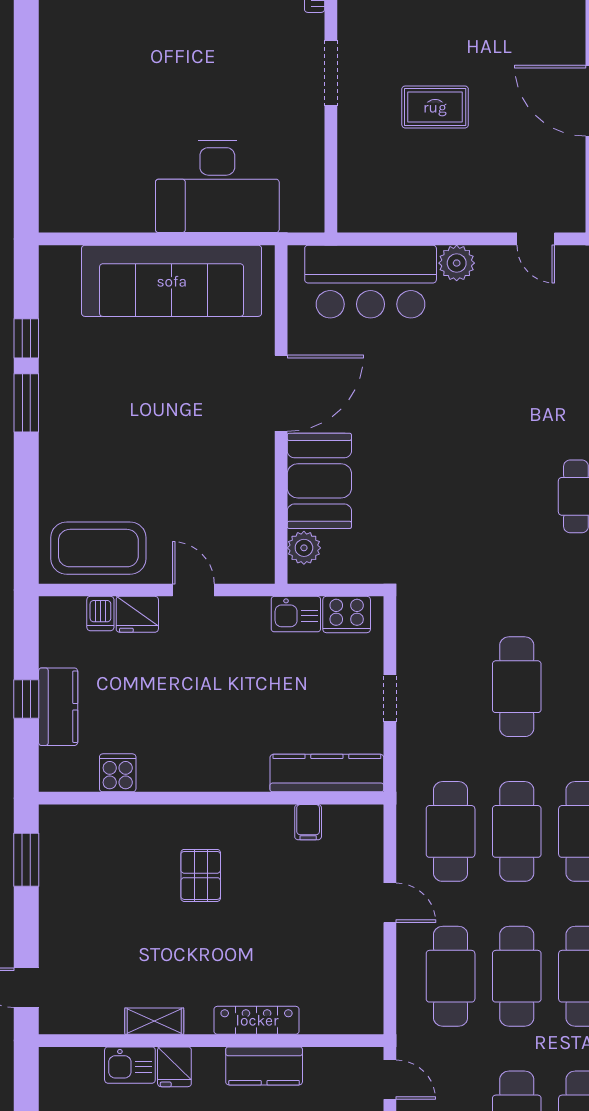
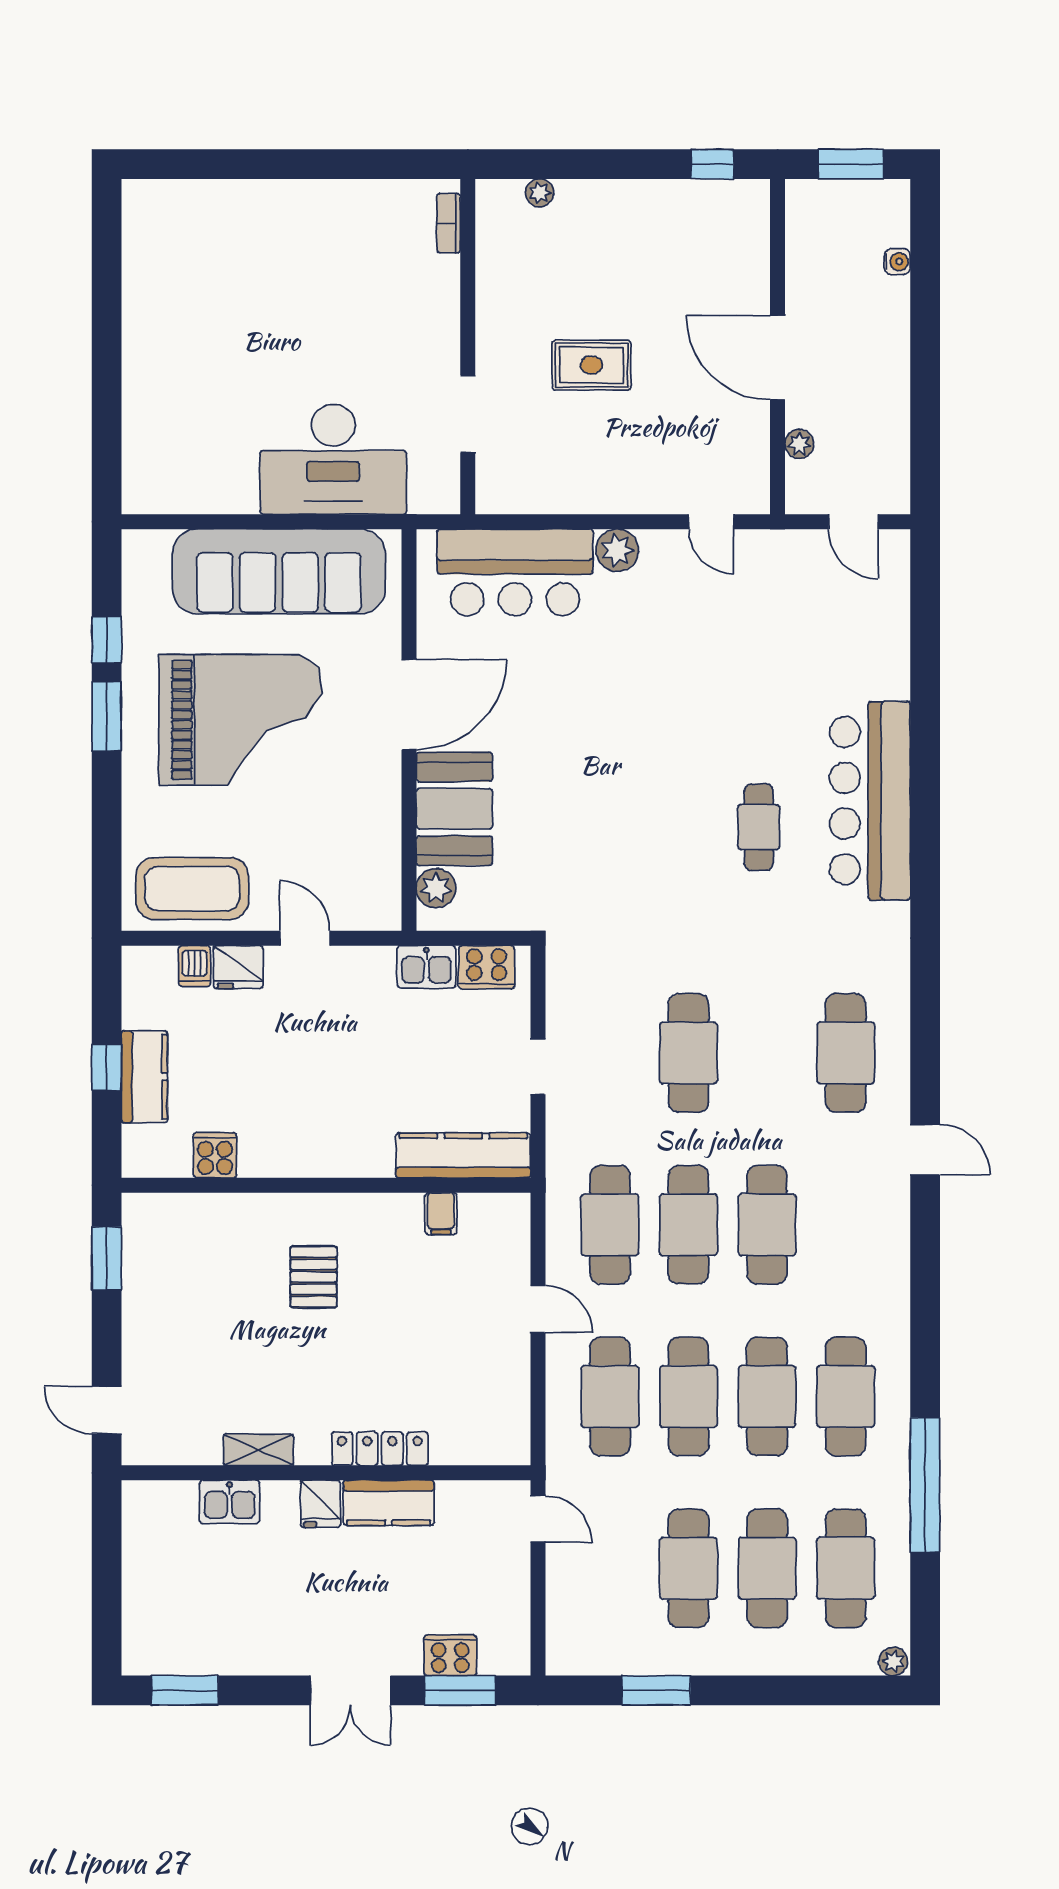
doorway: (331, 73) -> (468, 414), moved
grand piano: (139, 406) -> (241, 720), added
fridge: (174, 1067) -> (320, 1504), moved

